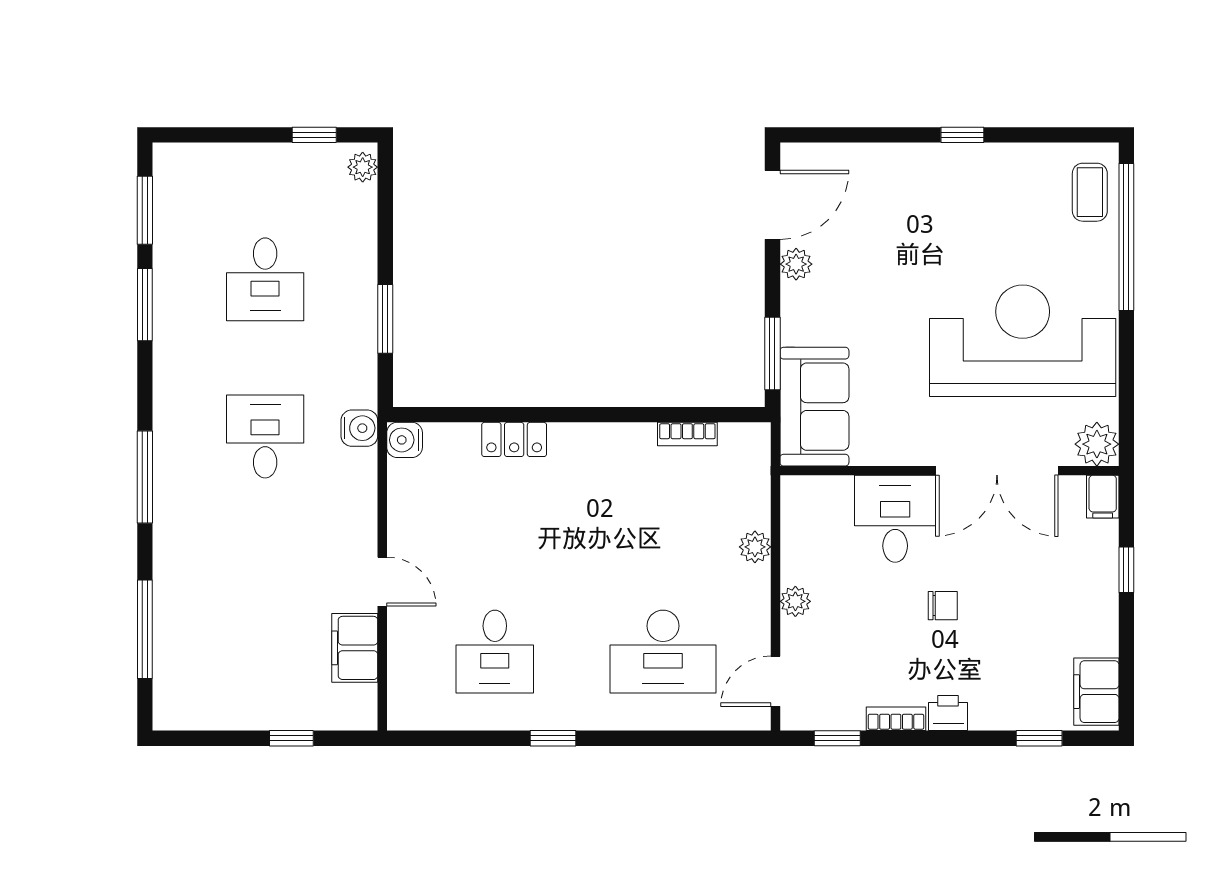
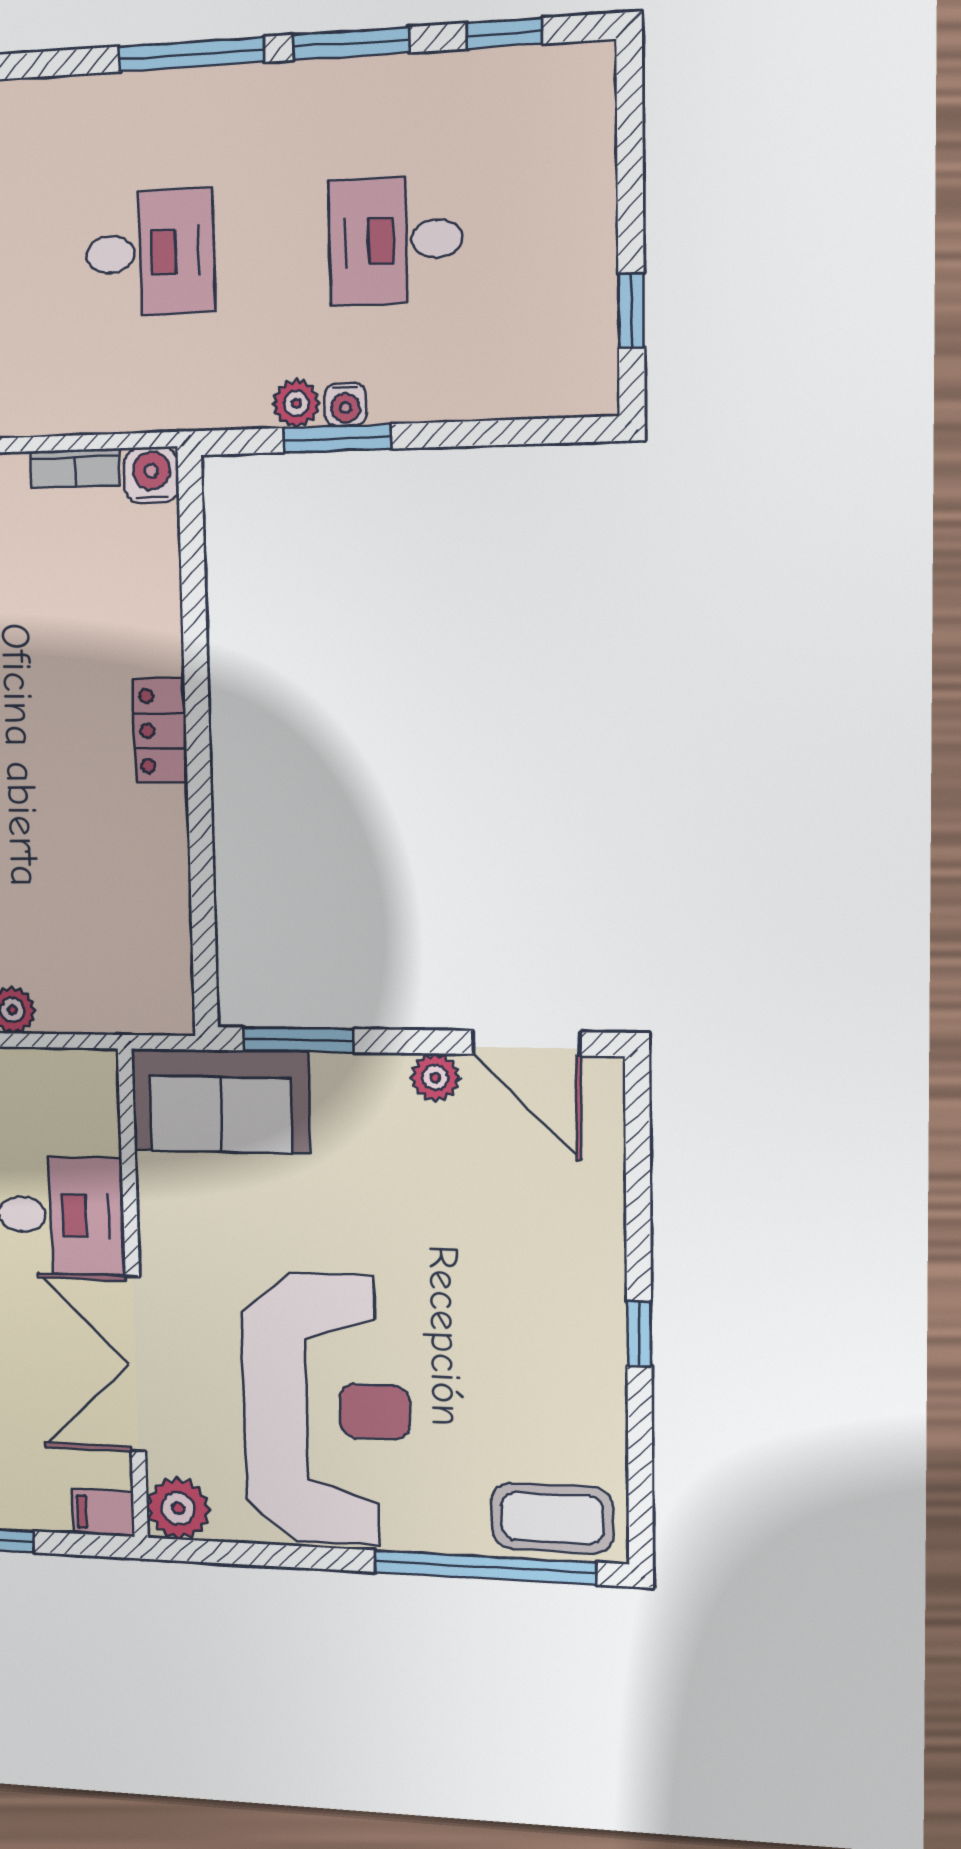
plant: (363, 167) -> (296, 403), moved
coffee table: (1090, 192) -> (552, 1518), width x1.36, depth x1.30
window: (145, 210) -> (504, 33), width x0.67
water cooler: (359, 428) -> (346, 404), moved, width x0.72, depth x0.72
bookcase: (687, 434) -> (75, 468), moved, turned -90
locker: (514, 439) -> (160, 731), moved
window: (145, 477) -> (191, 54), moved

